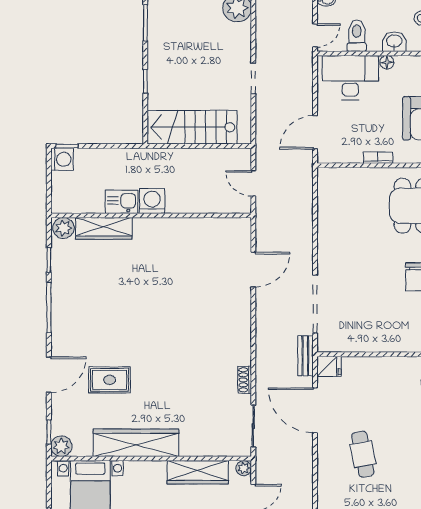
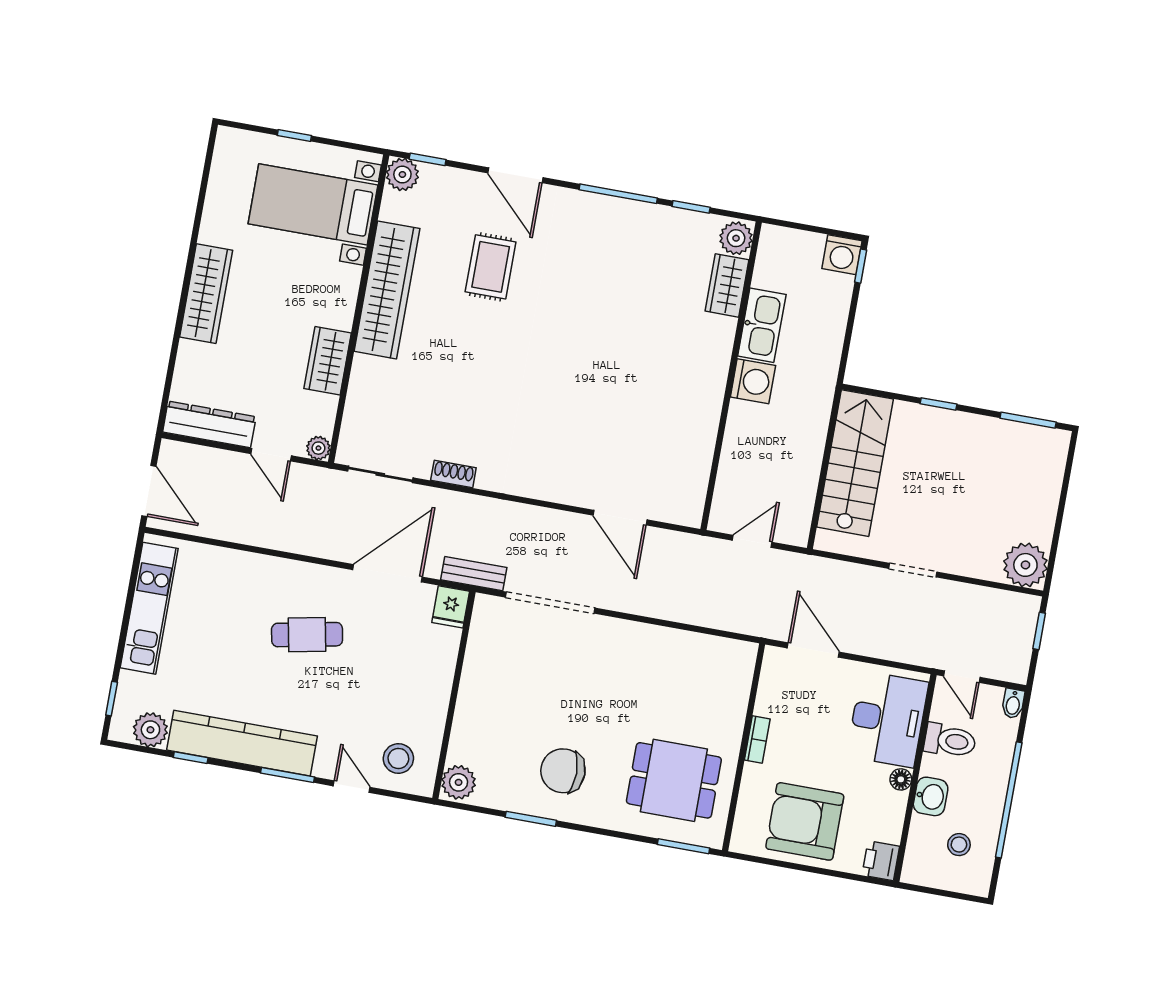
kitchen sink: (122, 202) -> (762, 325), width x1.38
wardrobe: (104, 228) -> (727, 285), width x0.67
wardrobe: (198, 472) -> (328, 361), width x0.67

